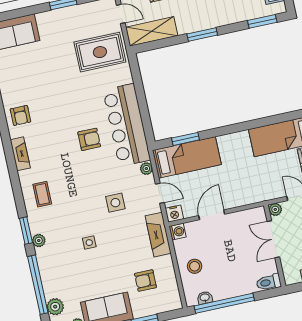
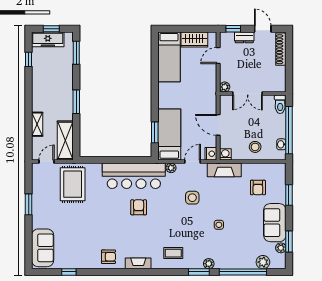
plant: (275, 209) -> (225, 87), moved
double door: (273, 239) -> (248, 94), moved
wall: (275, 246) -> (253, 94), moved
toilet: (269, 282) -> (280, 104), moved

